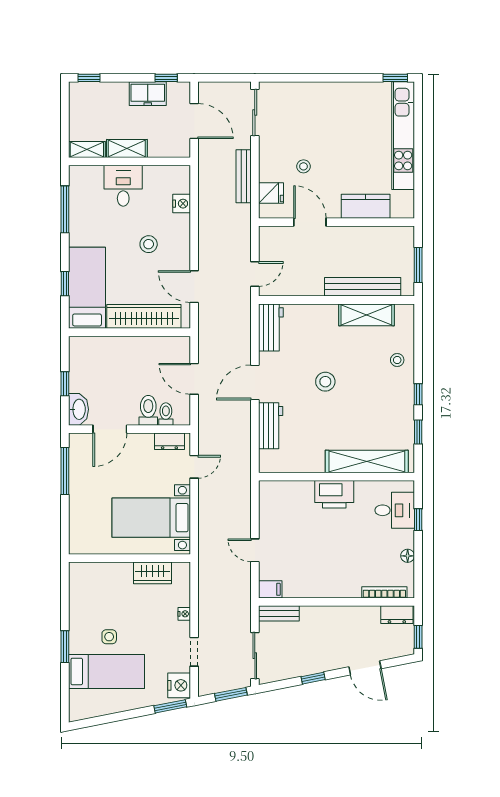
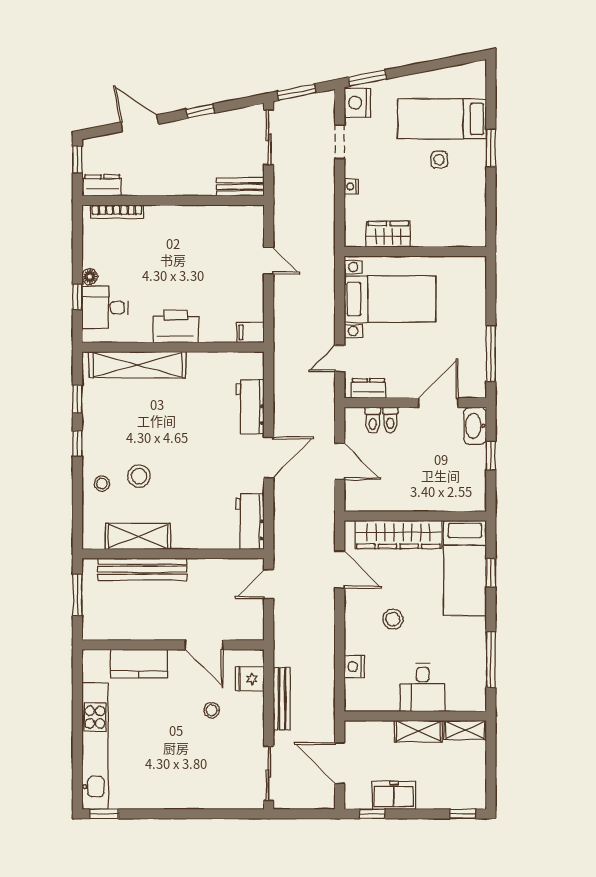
stool: (325, 382) -> (139, 476), moved
toilet: (148, 410) -> (390, 420), width x0.73, depth x0.72
floor lamp: (408, 556) -> (90, 277), moved
filing cabinet: (270, 589) -> (251, 332), moved

